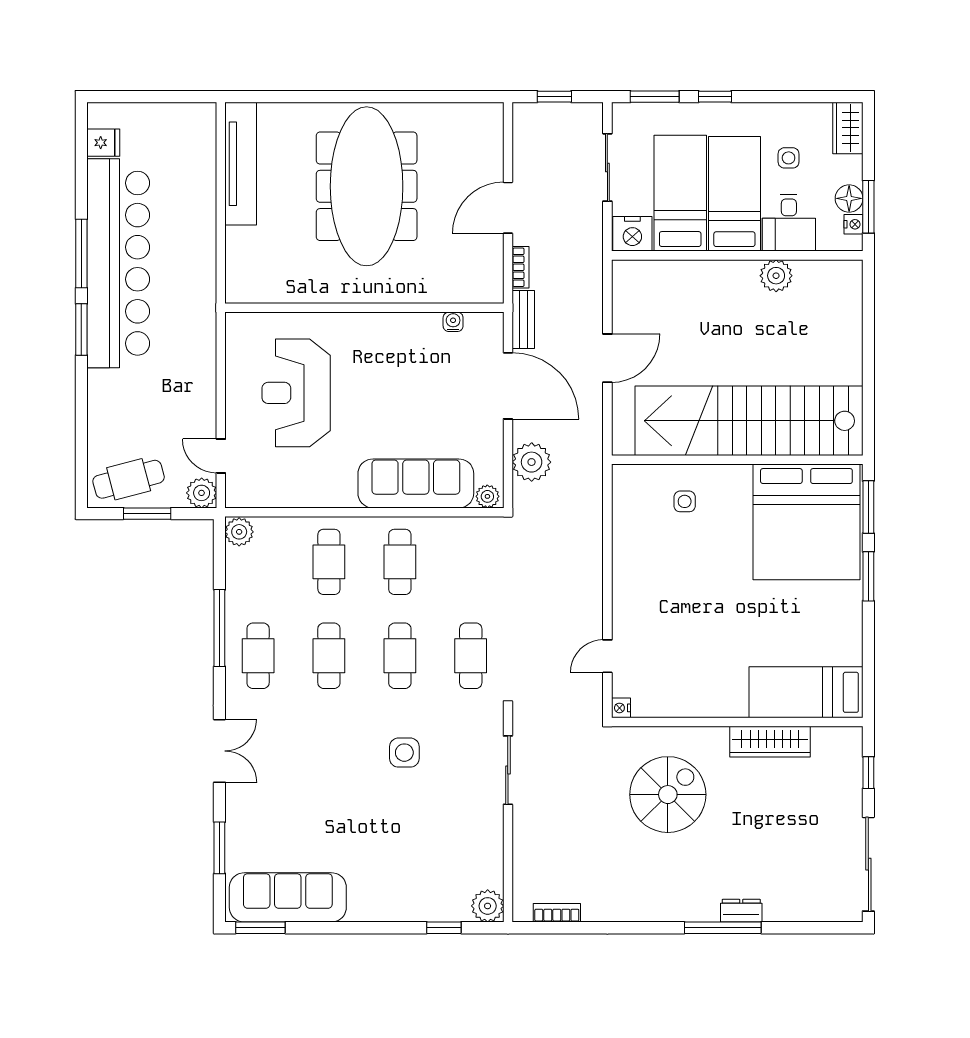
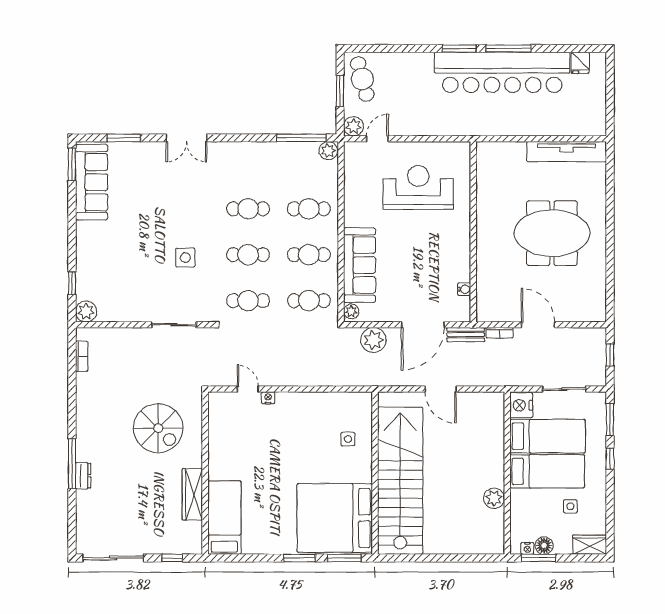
meeting table: (367, 186) -> (552, 233), width x0.73
desk: (789, 223) -> (528, 507), removed
window: (219, 628) -> (302, 138), moved
cafe table: (258, 656) -> (309, 301), moved
nightstand: (621, 708) -> (268, 398), moved

